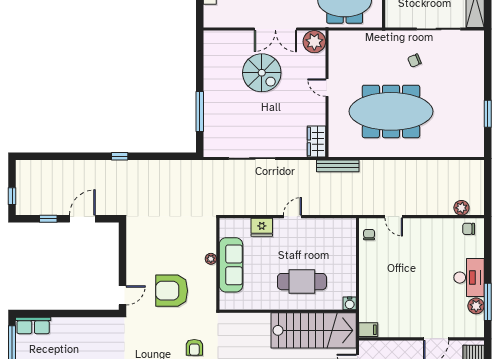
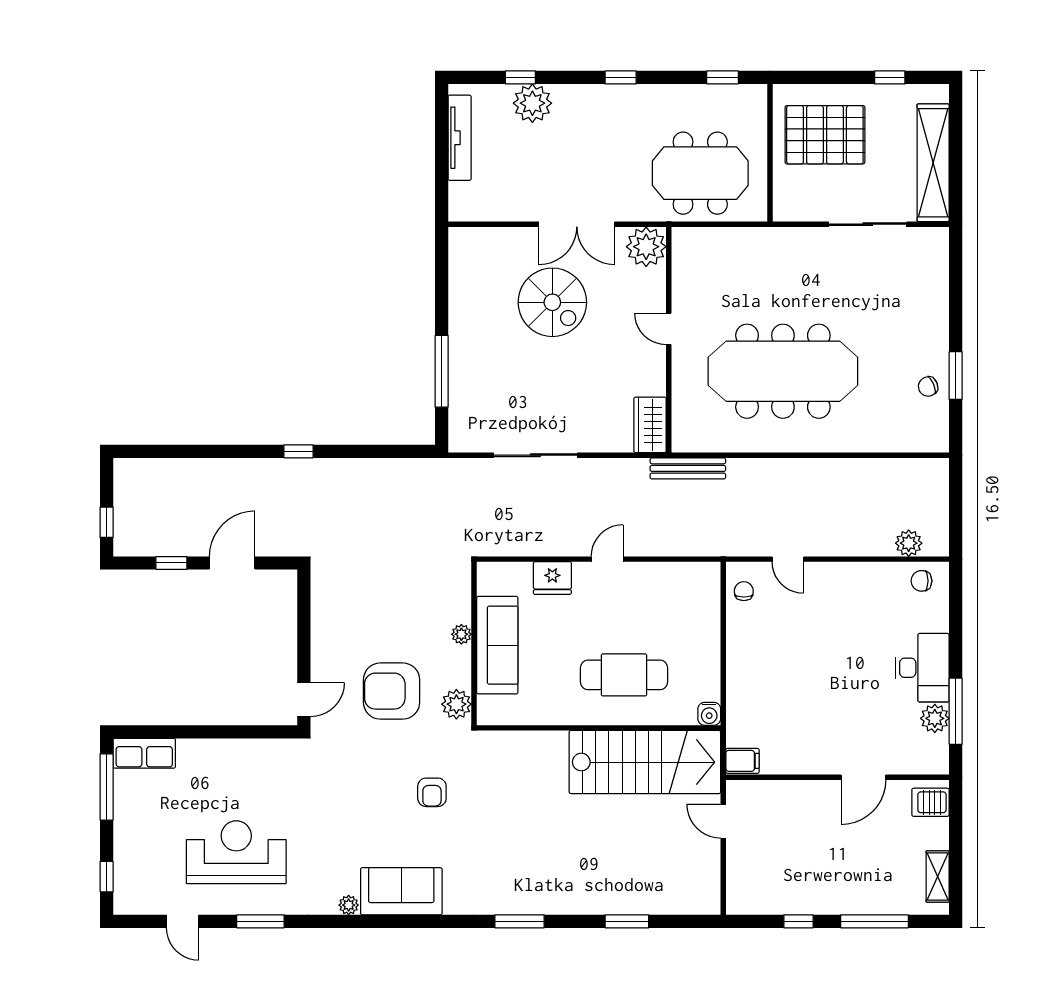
chair: (414, 61) -> (928, 387), moved
plant: (208, 298) -> (456, 704), added

